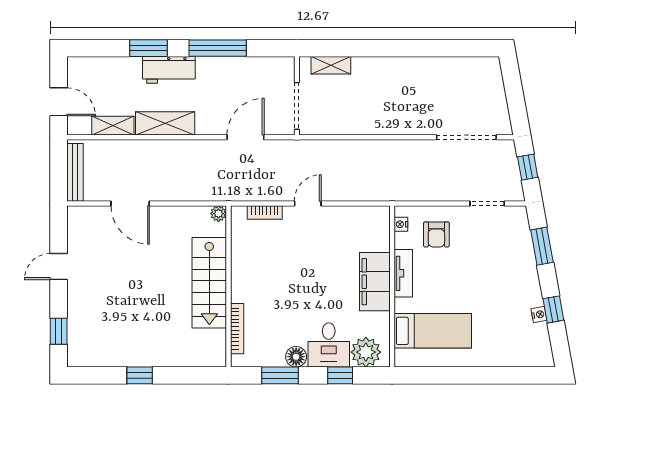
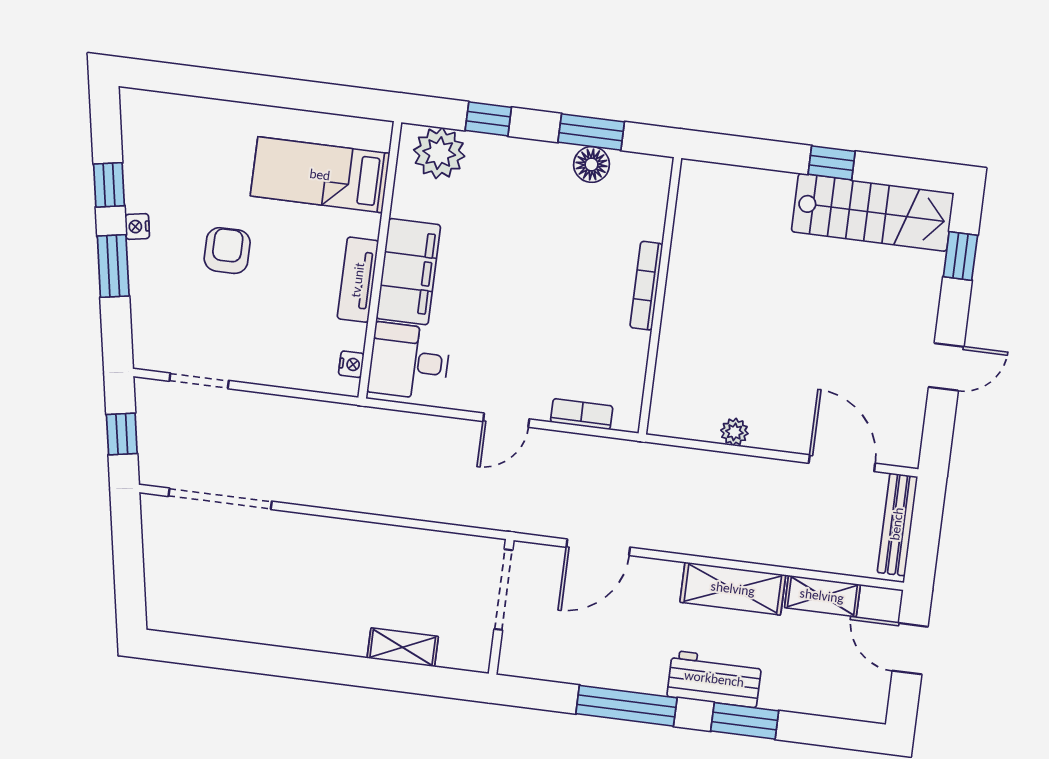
shelving: (331, 65) -> (403, 647), moved
door: (130, 203) -> (842, 463), moved
plant: (218, 214) -> (734, 432), moved
armchair: (436, 234) -> (227, 251), moved
window: (542, 246) -> (113, 266), moved
stairs: (209, 283) -> (873, 212), moved, turned 90
nightstand: (539, 315) -> (137, 226), moved
bookcase: (237, 329) -> (646, 286), moved
desk: (329, 345) -> (409, 361), moved, turned -90
floor lamp: (296, 357) -> (592, 164), moved

